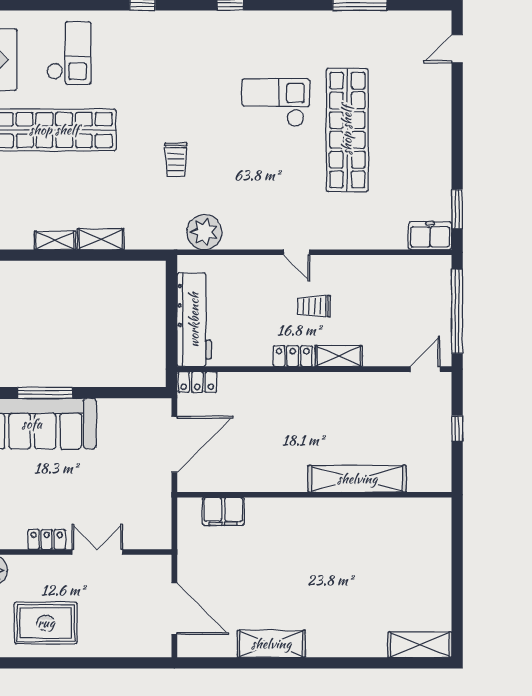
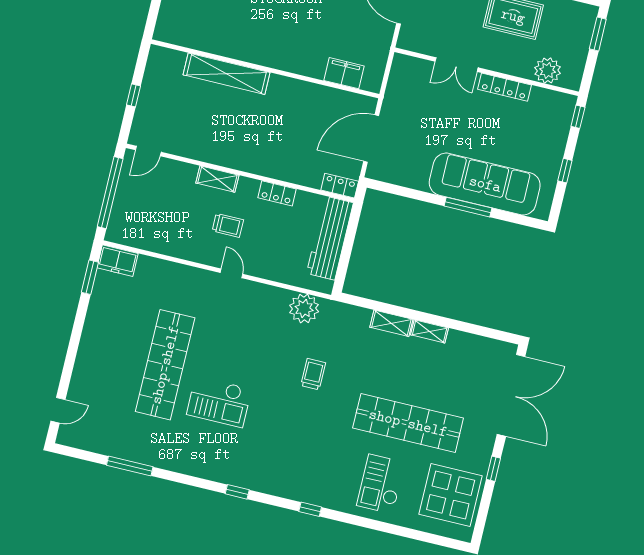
locker: (293, 356) -> (277, 193), moved
locker: (47, 539) -> (504, 87), width x1.53

